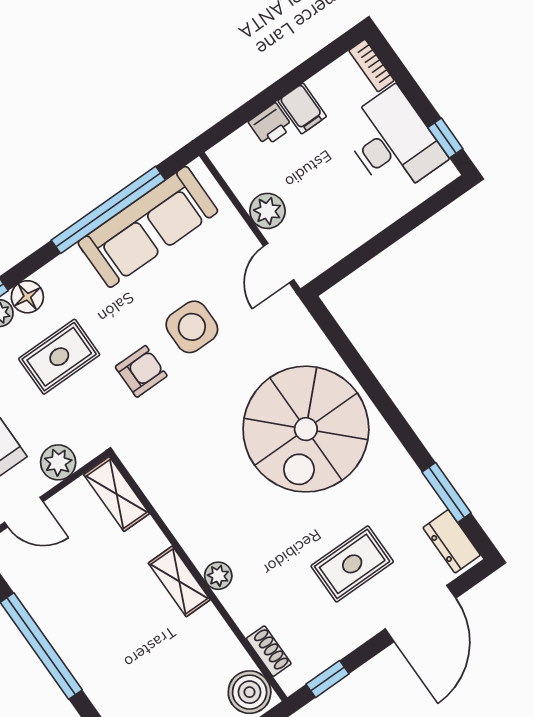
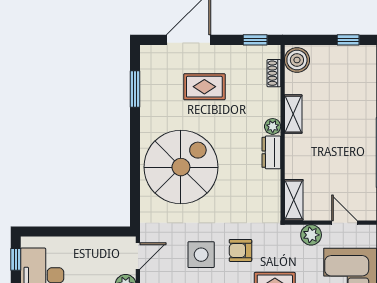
dresser: (452, 541) -> (271, 152), moved, turned 180
shelving: (179, 581) -> (293, 114), moved

